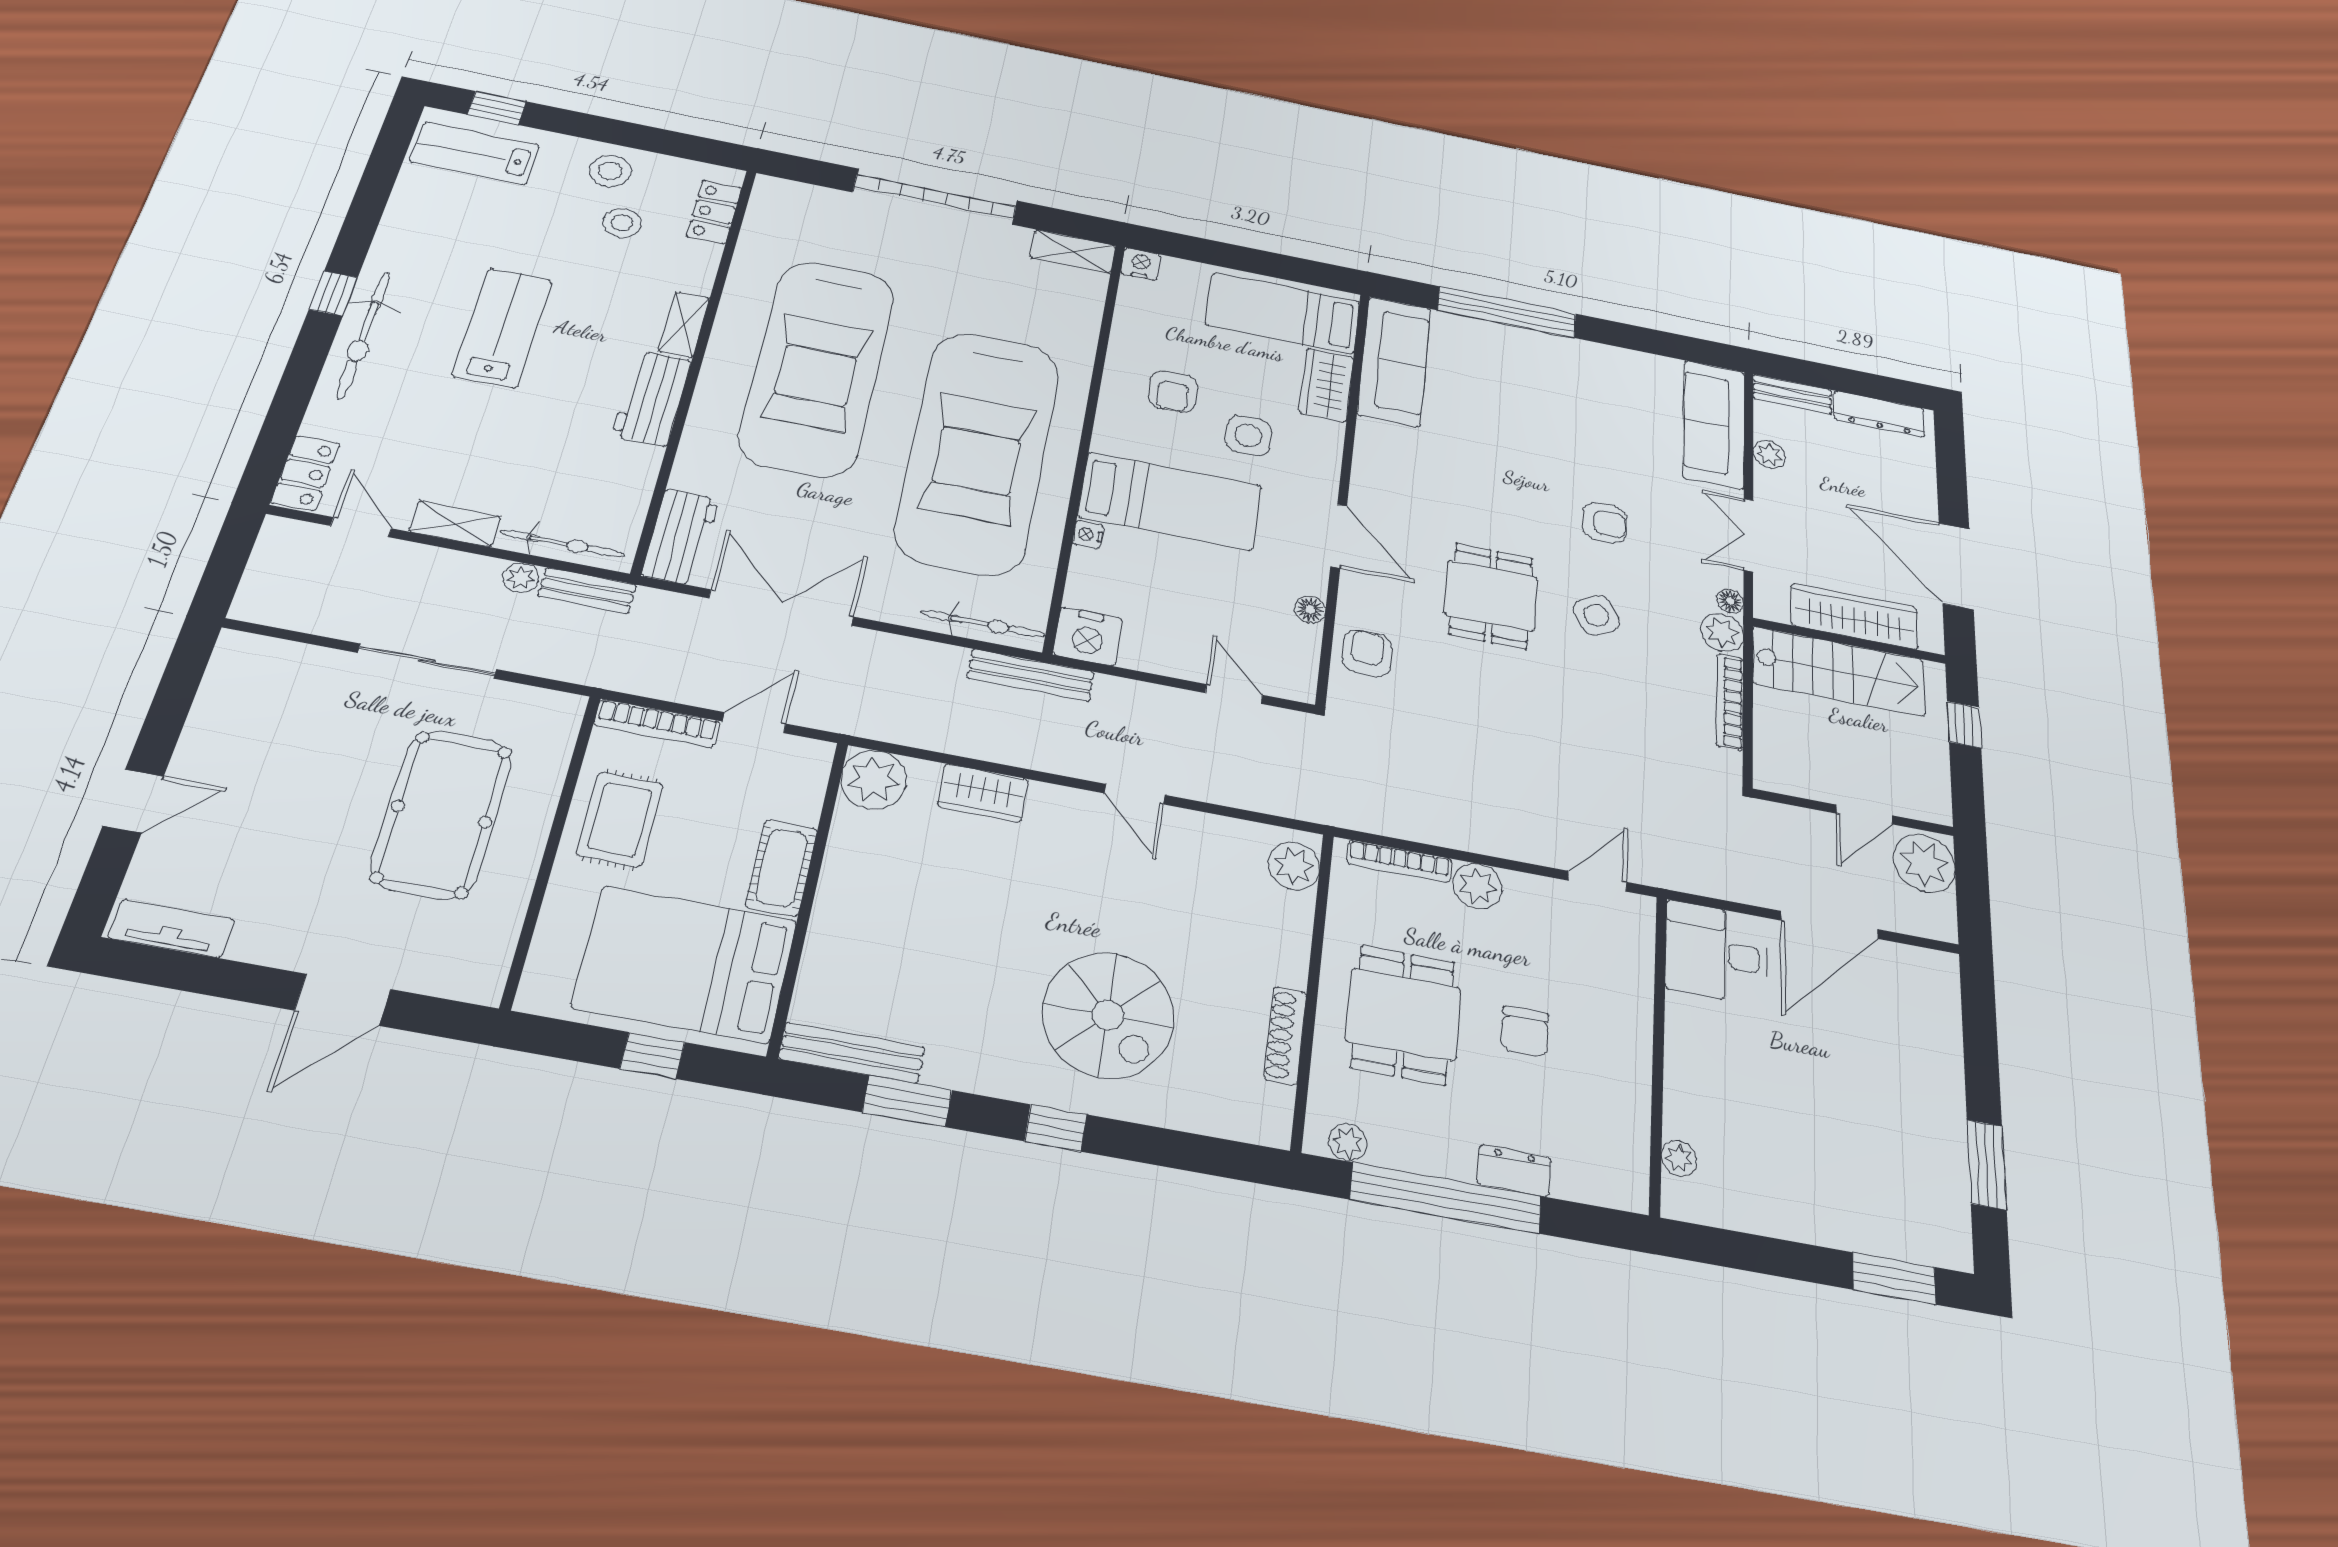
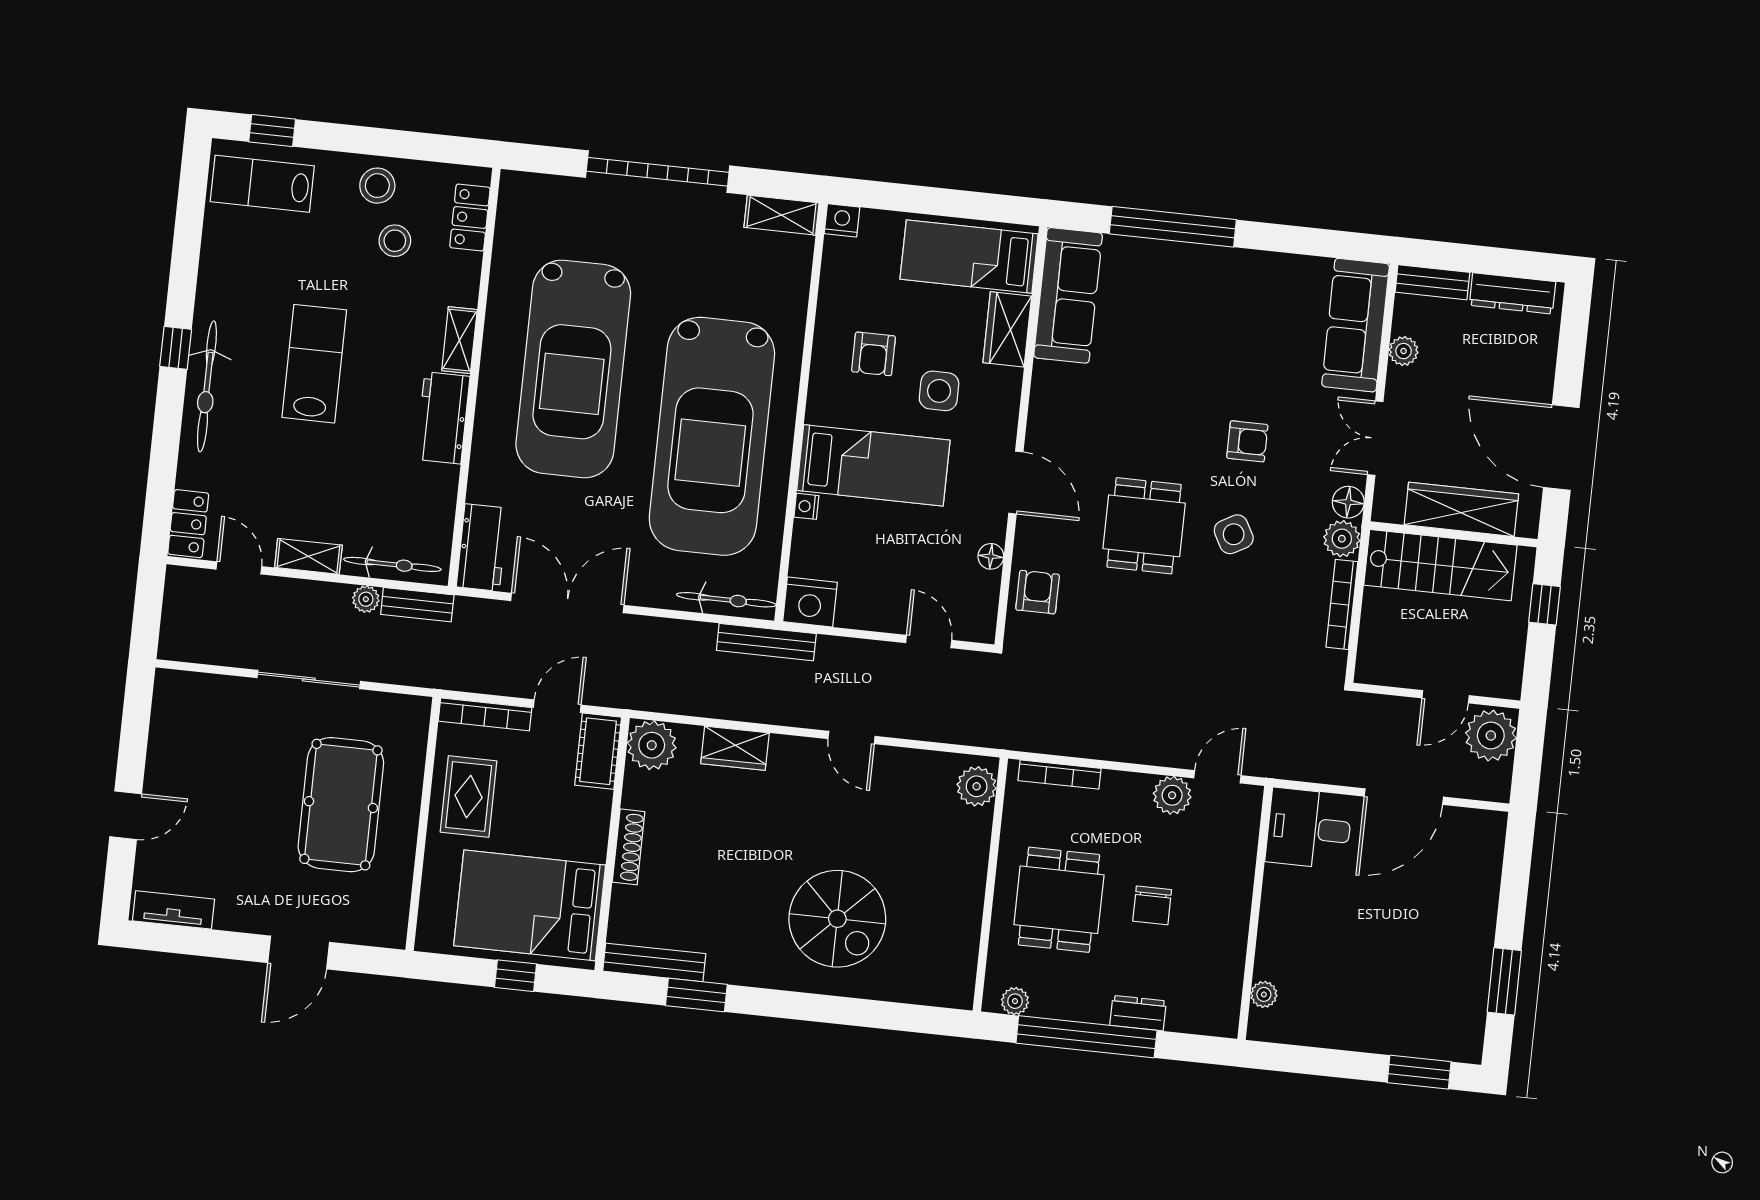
floor lamp: (1730, 601) -> (1348, 502), width x1.37, depth x1.37
cot: (781, 868) -> (598, 751), moved
plant: (1478, 886) -> (1172, 795), moved
shoe rack: (1285, 1036) -> (629, 847), moved, turned 180
window: (1056, 1128) -> (803, 1006), removed

